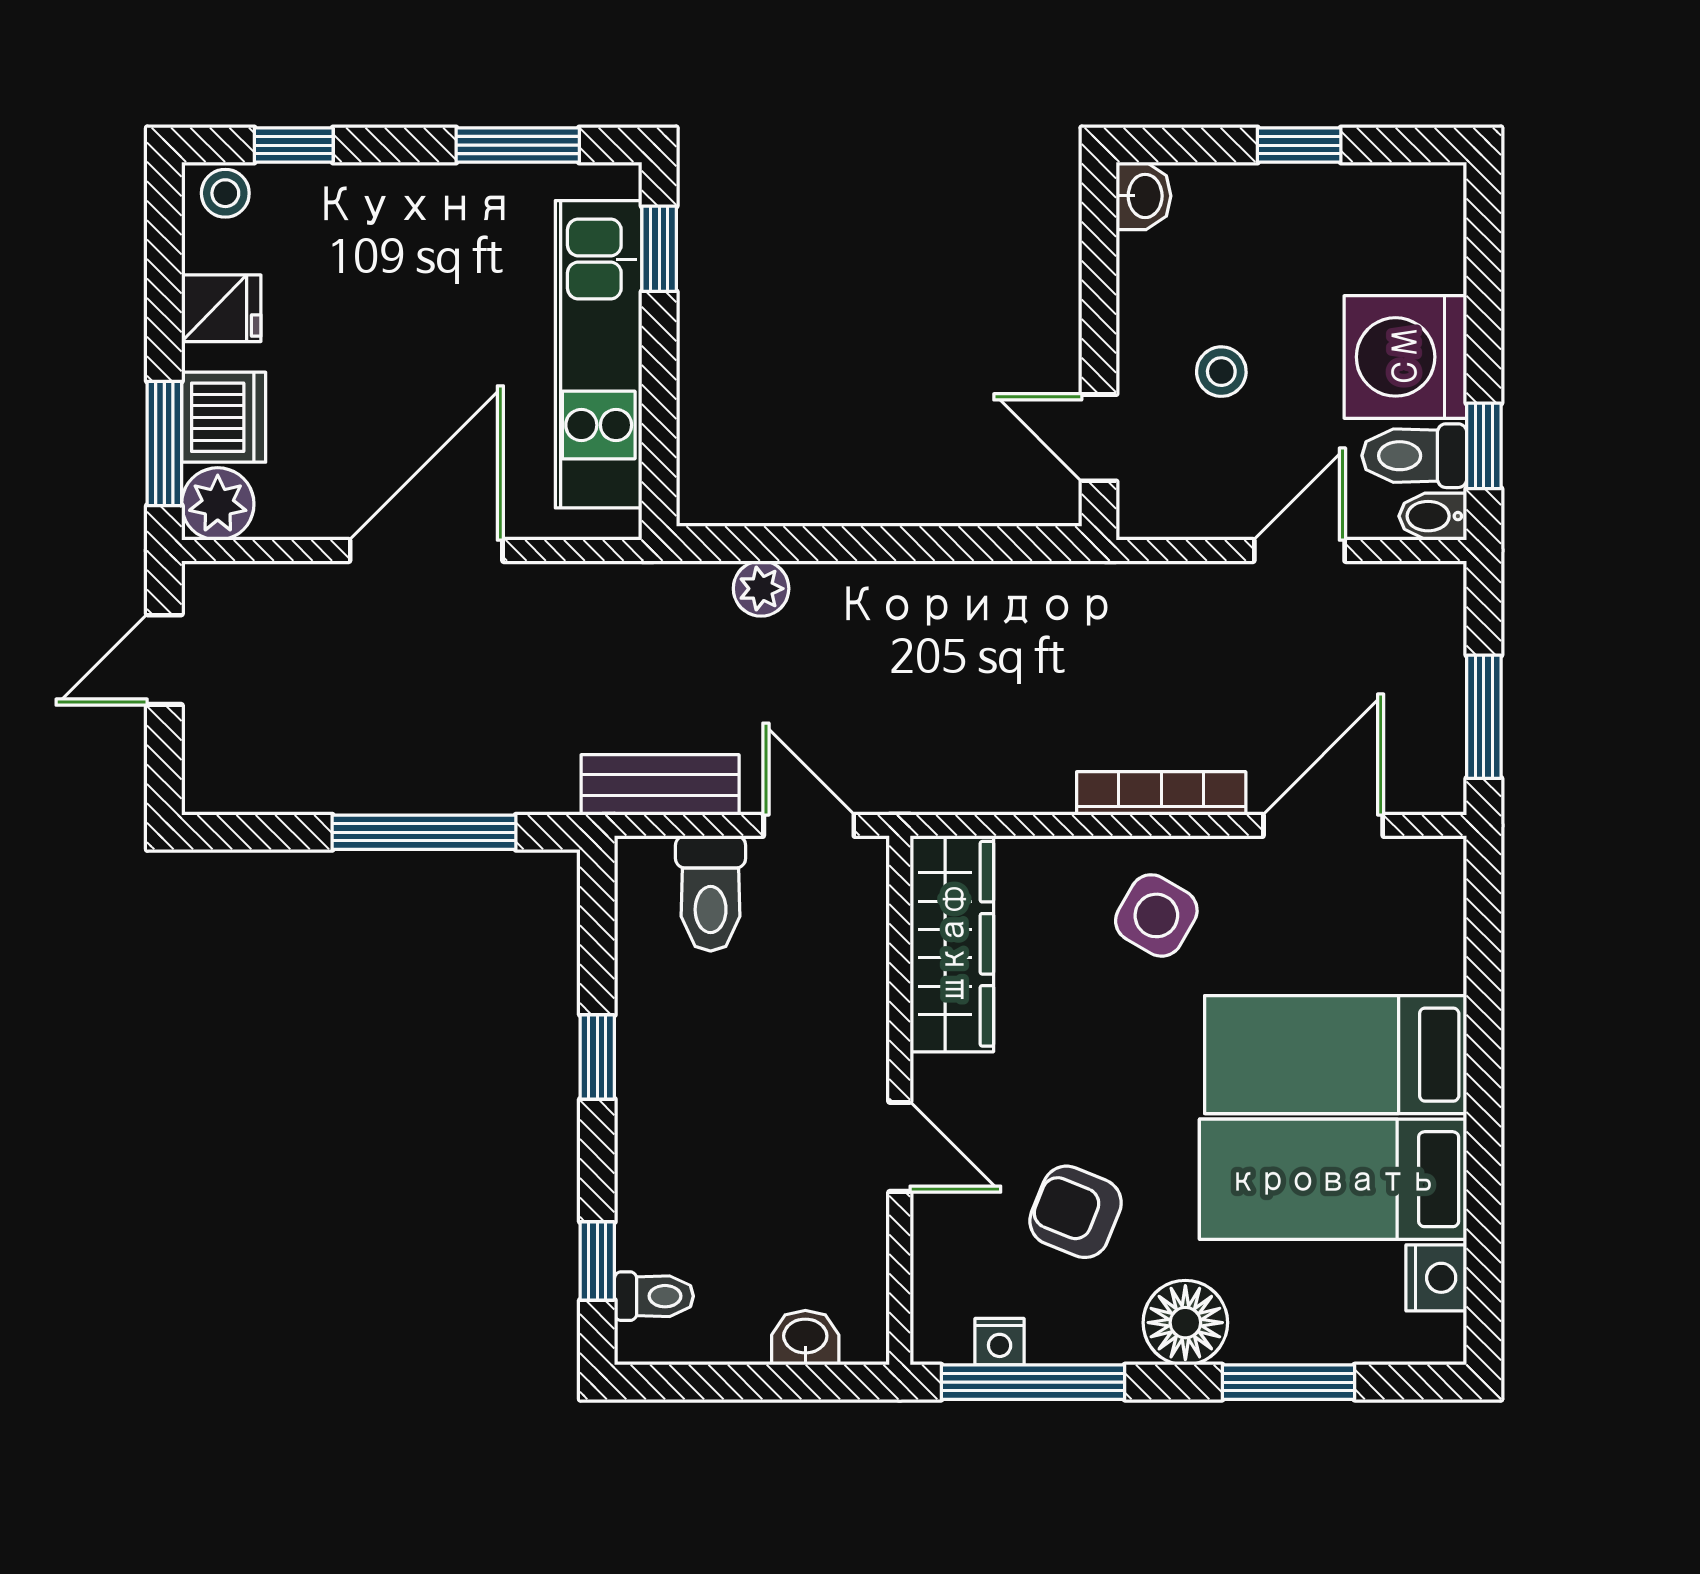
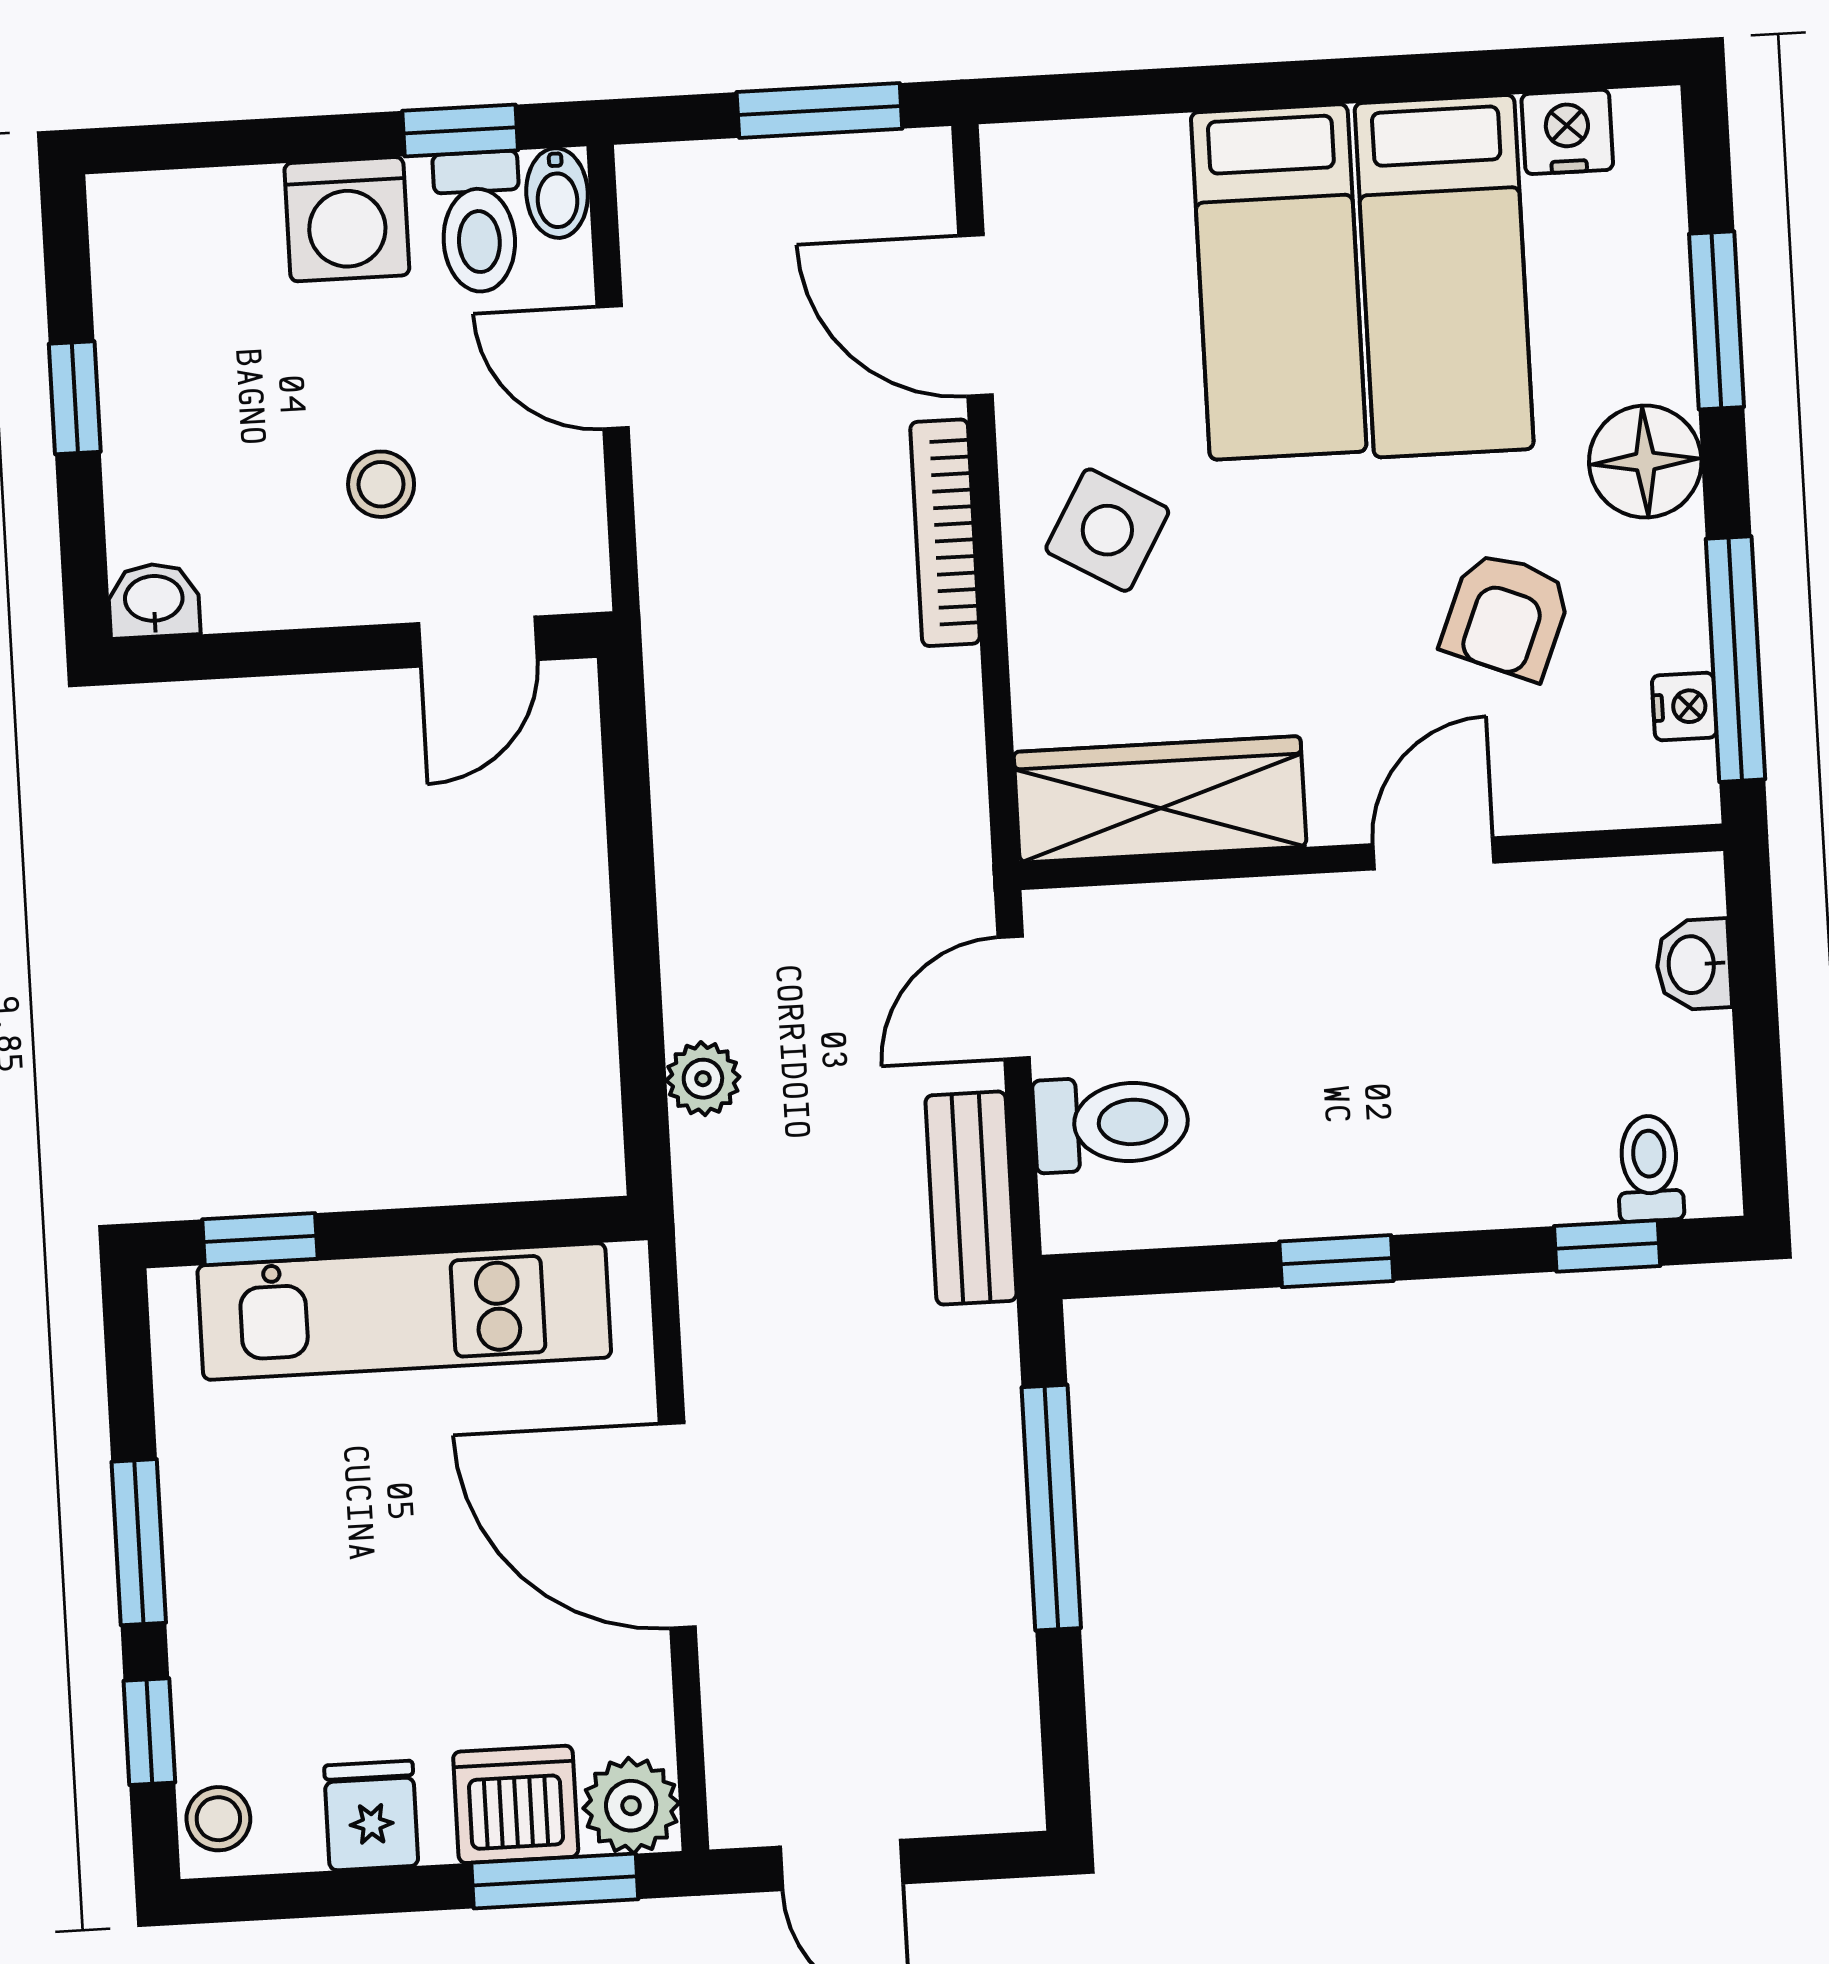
window: (518, 145) -> (139, 1542), moved
washing machine: (1405, 357) -> (347, 219), width x0.73, depth x0.73

